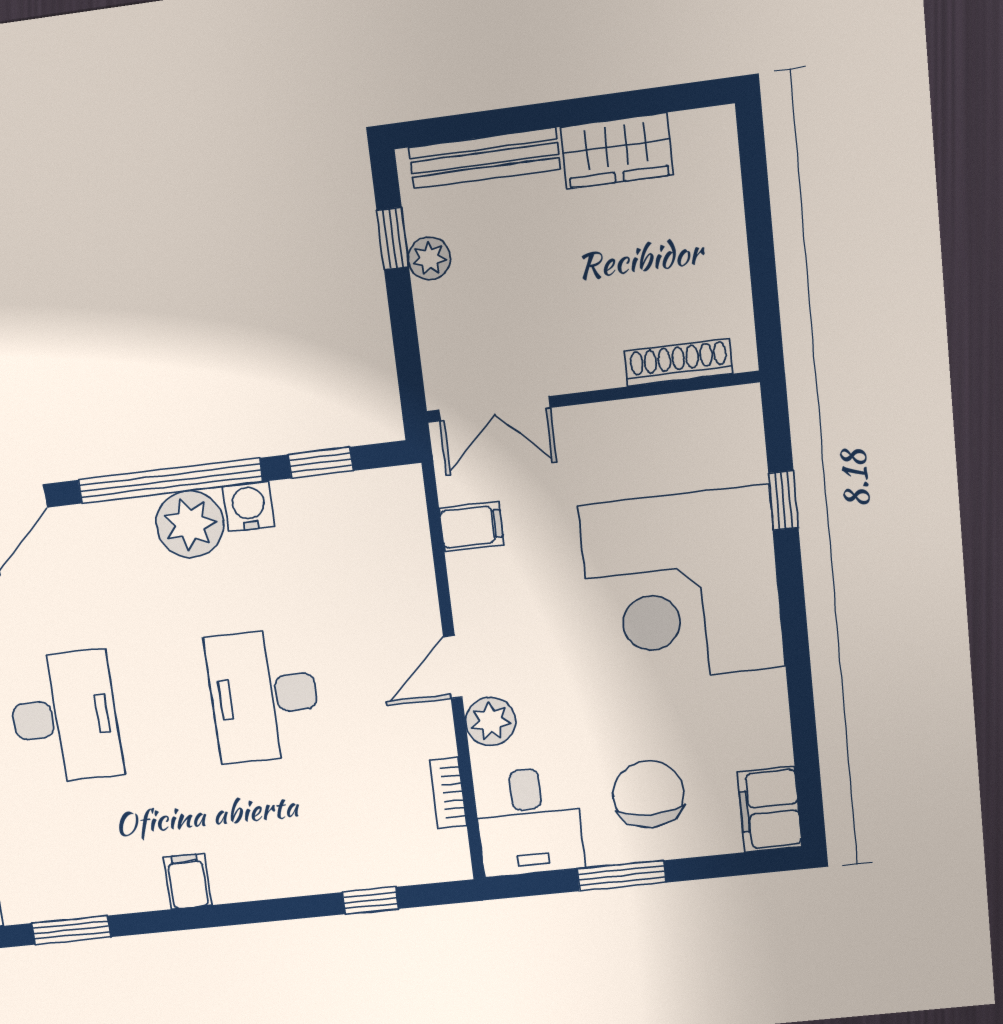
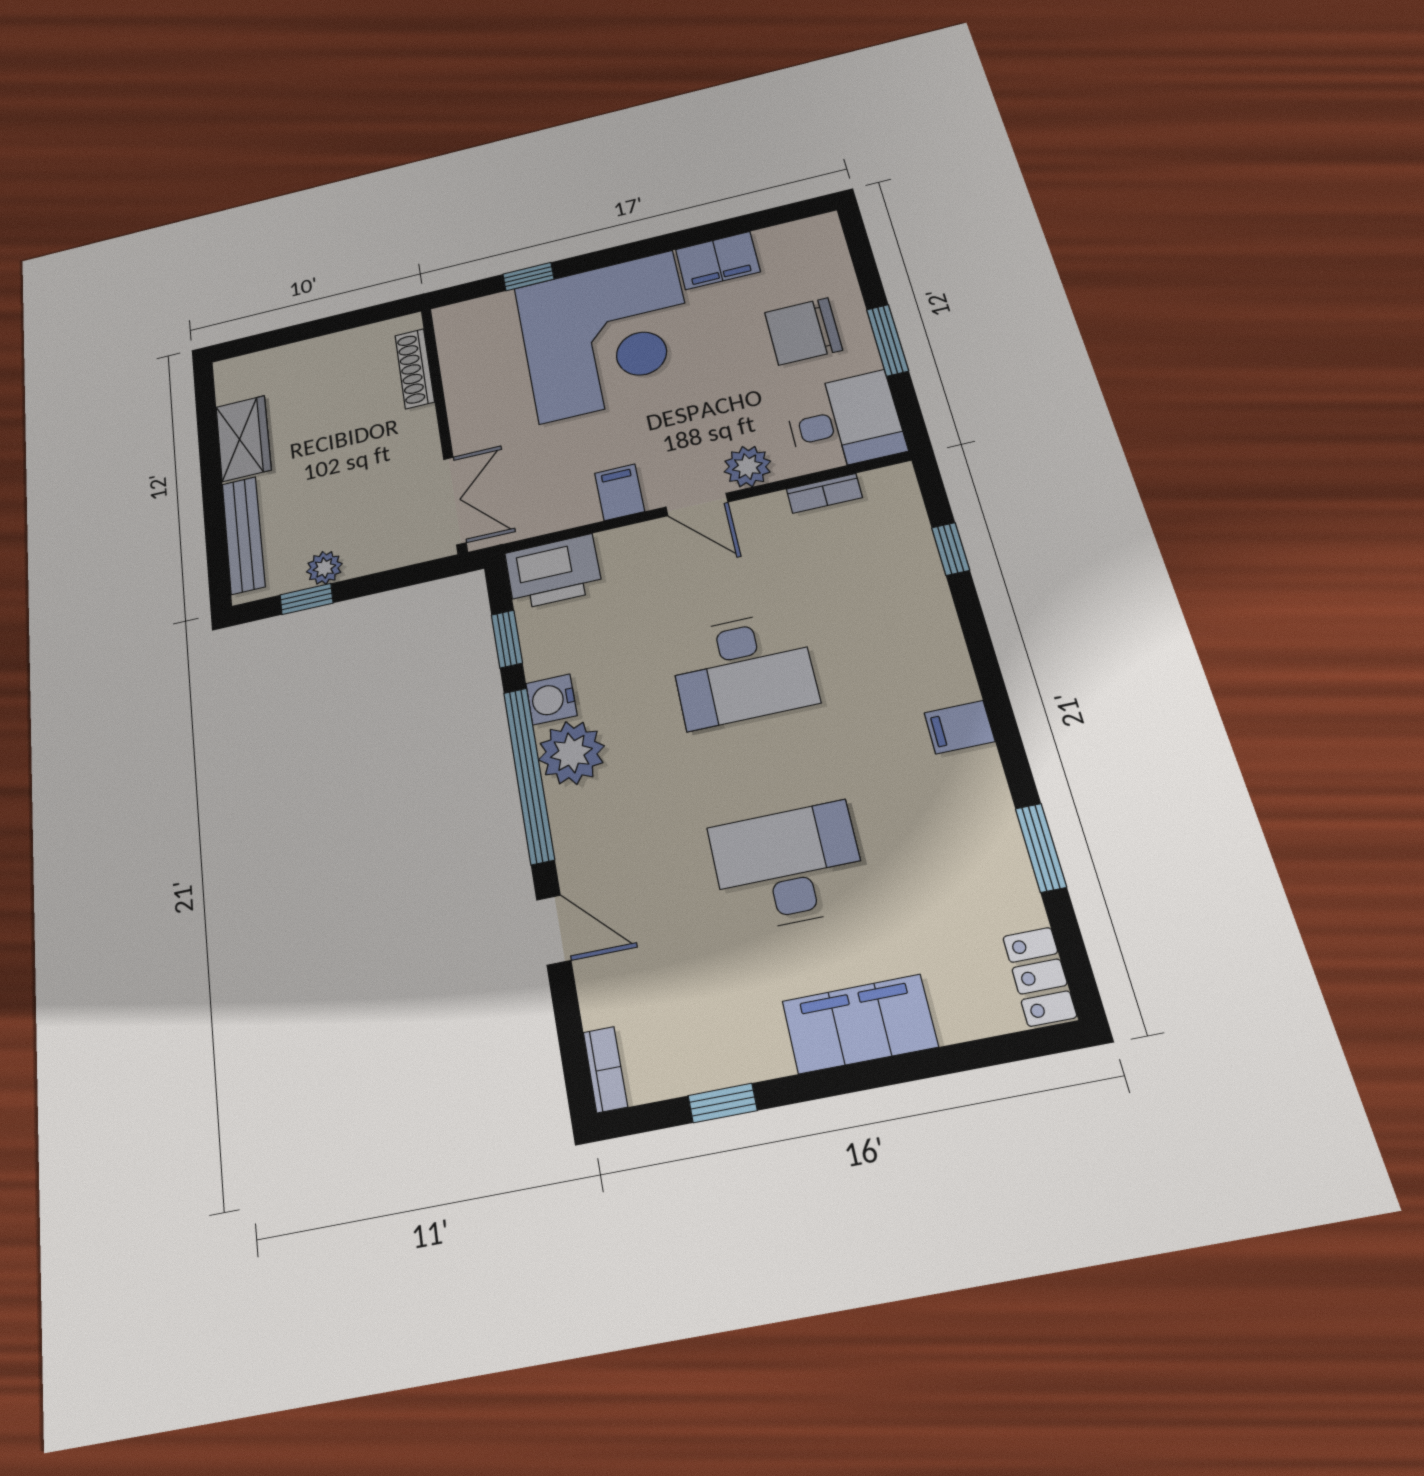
printer: (393, 514) -> (553, 572), added
filing cabinet: (471, 527) -> (620, 492), moved
filing cabinet: (770, 809) -> (718, 261), moved

